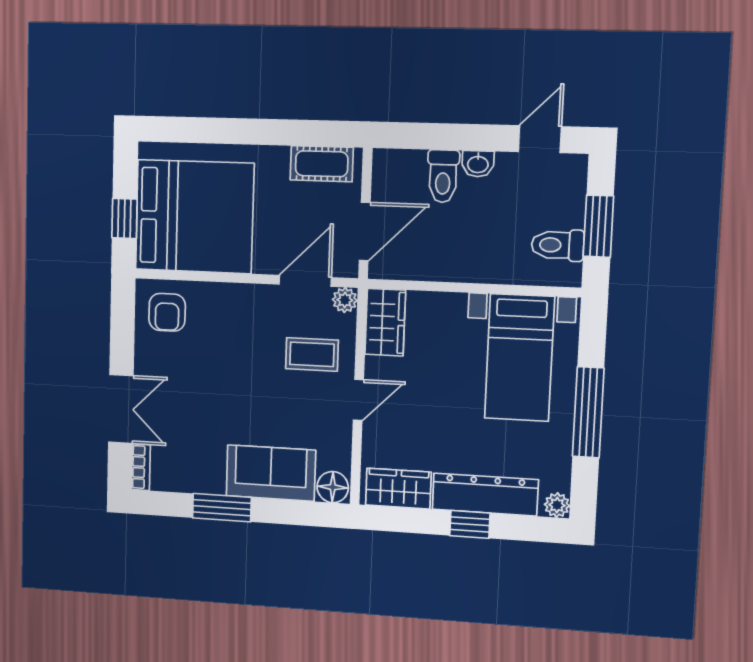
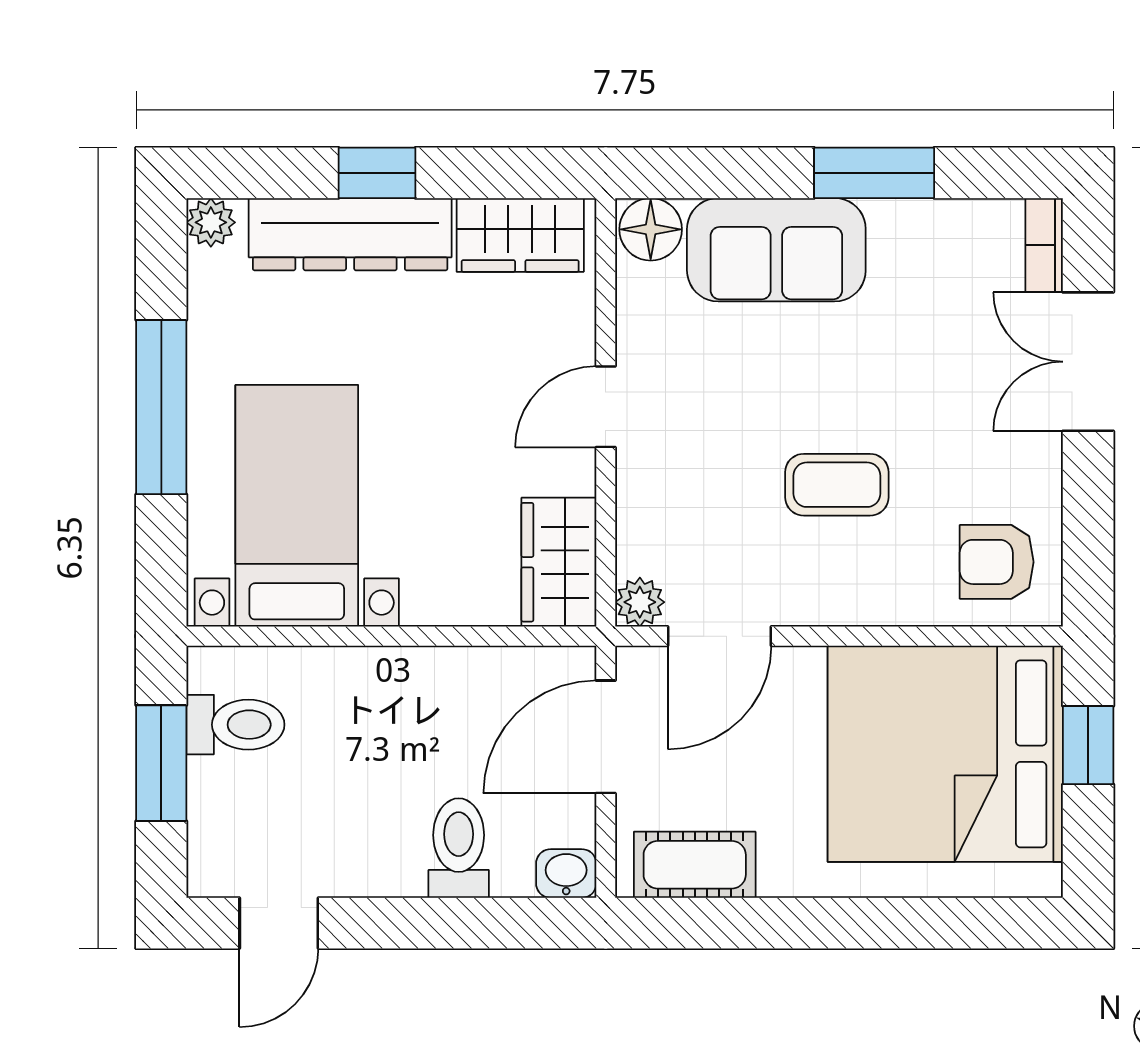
washbasin: (478, 164) -> (566, 873), moved
armchair: (167, 312) -> (997, 562), turned -90
coffee table: (312, 354) -> (837, 485), moved

